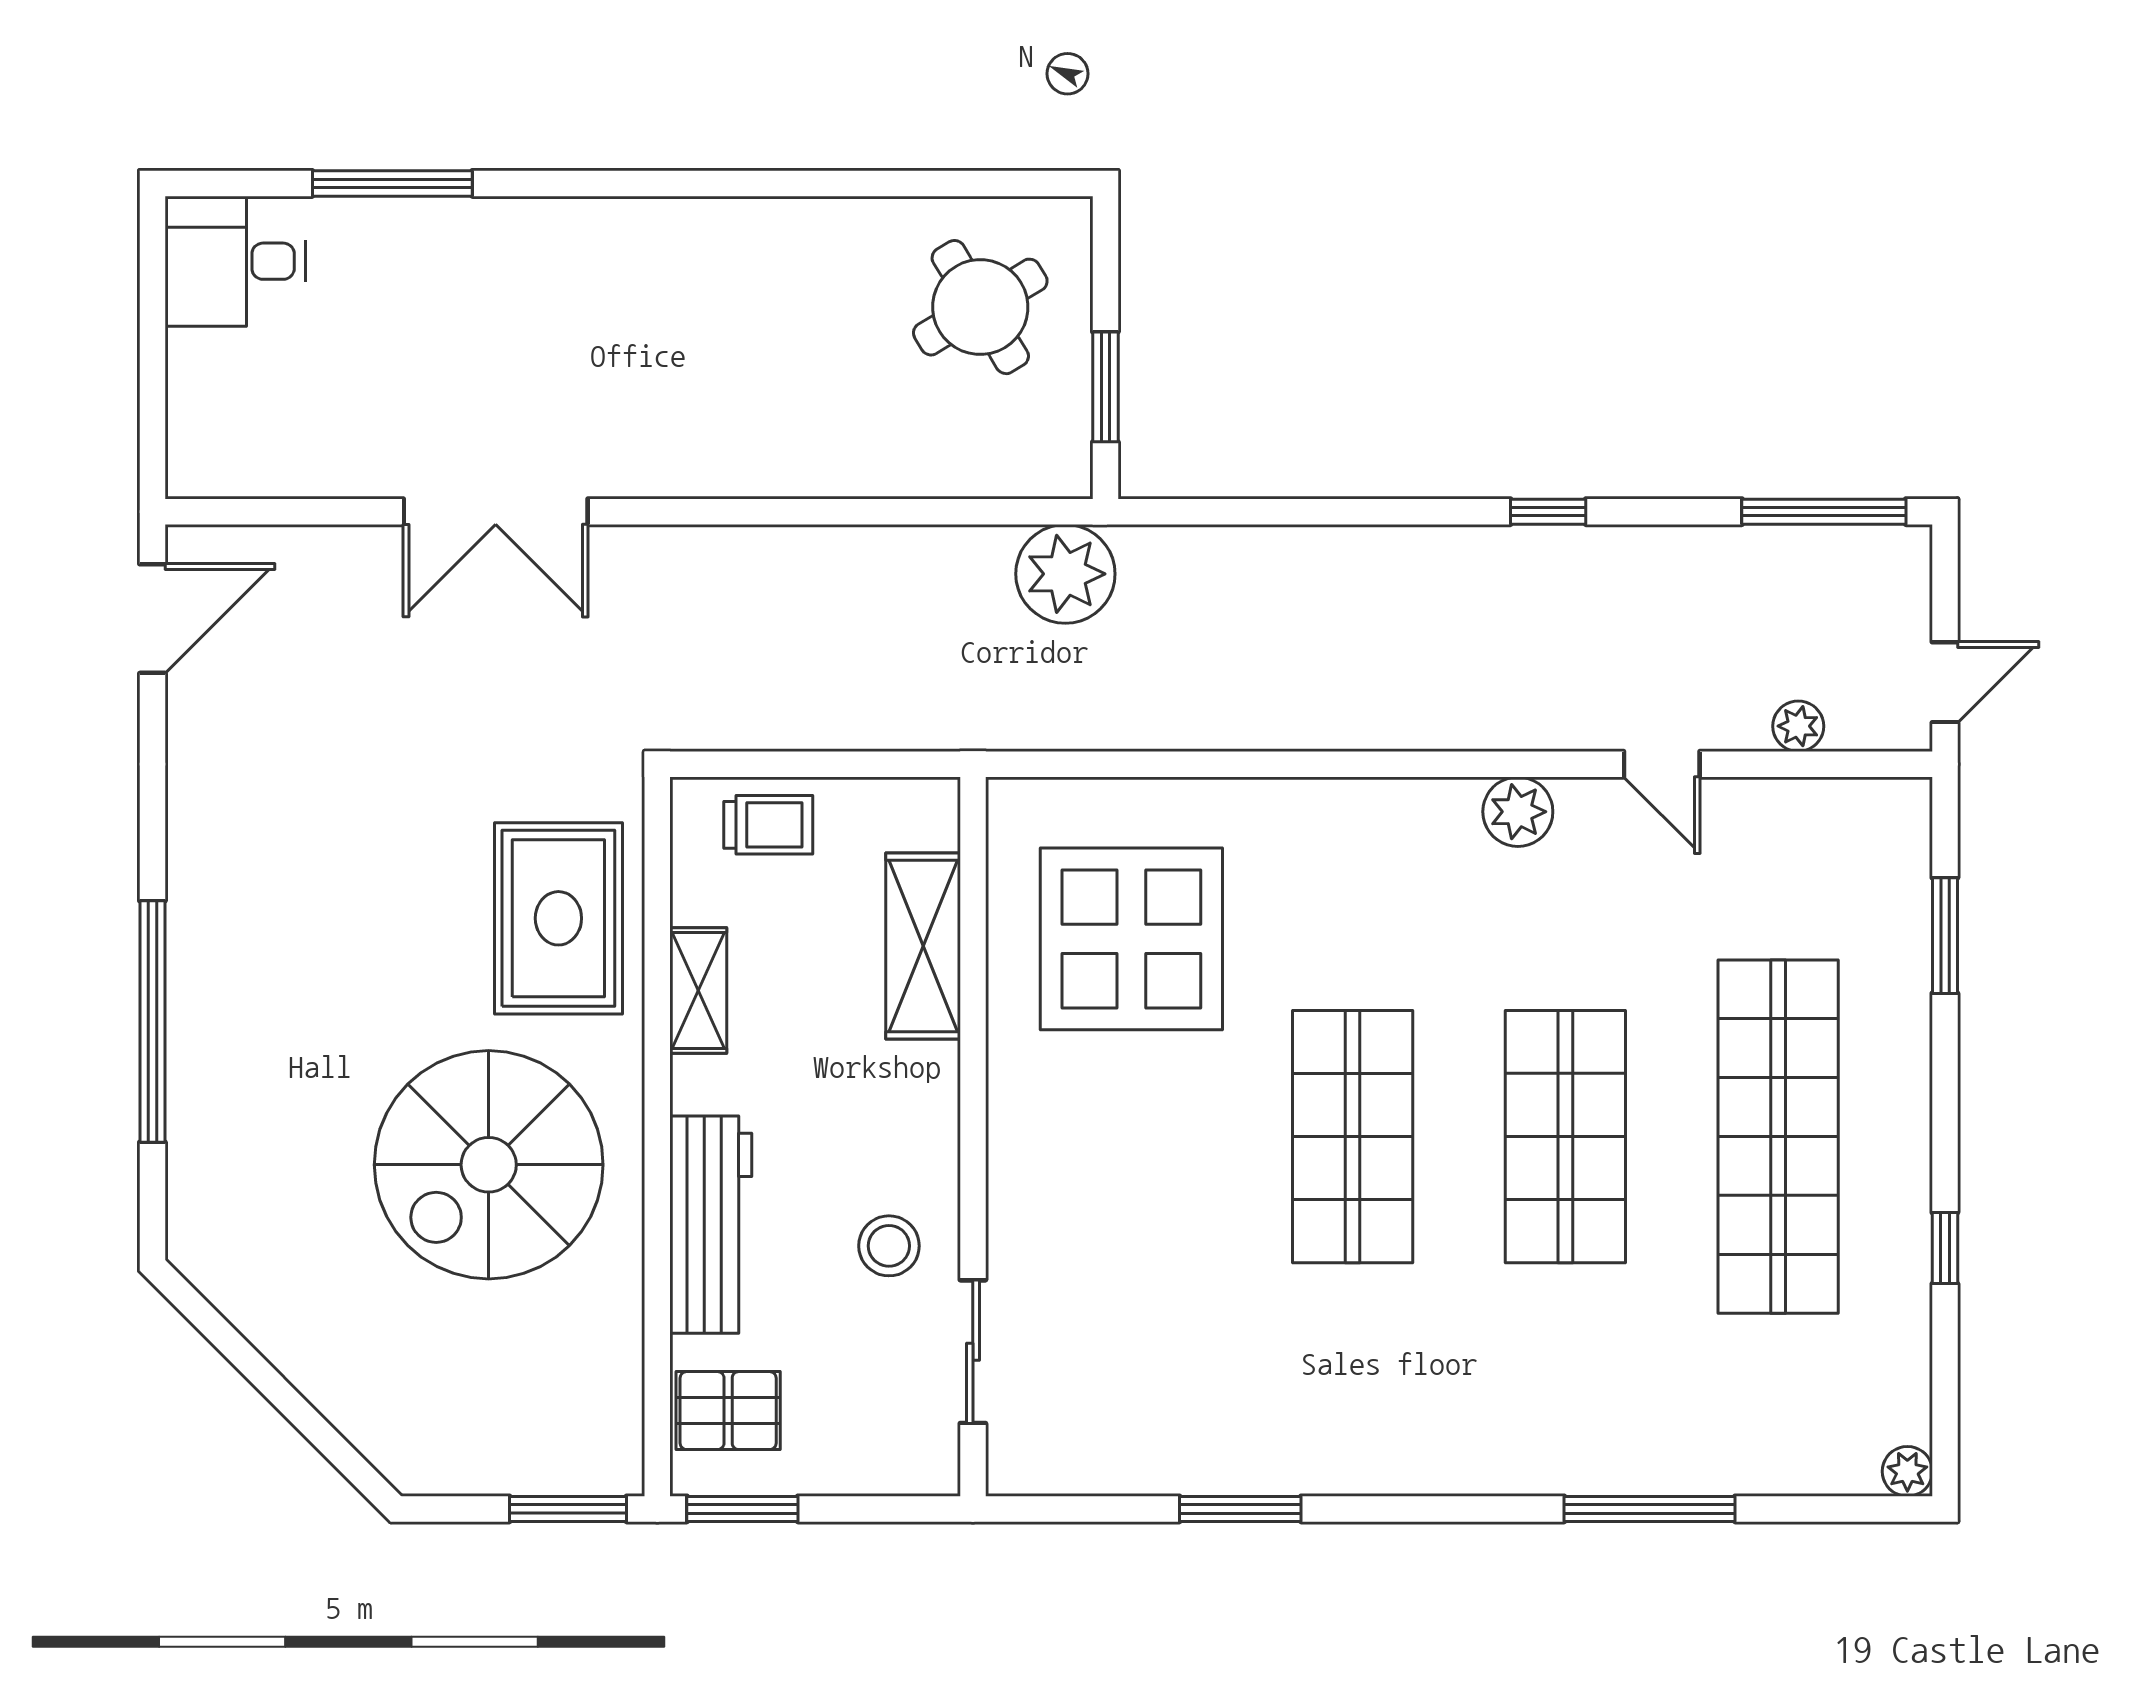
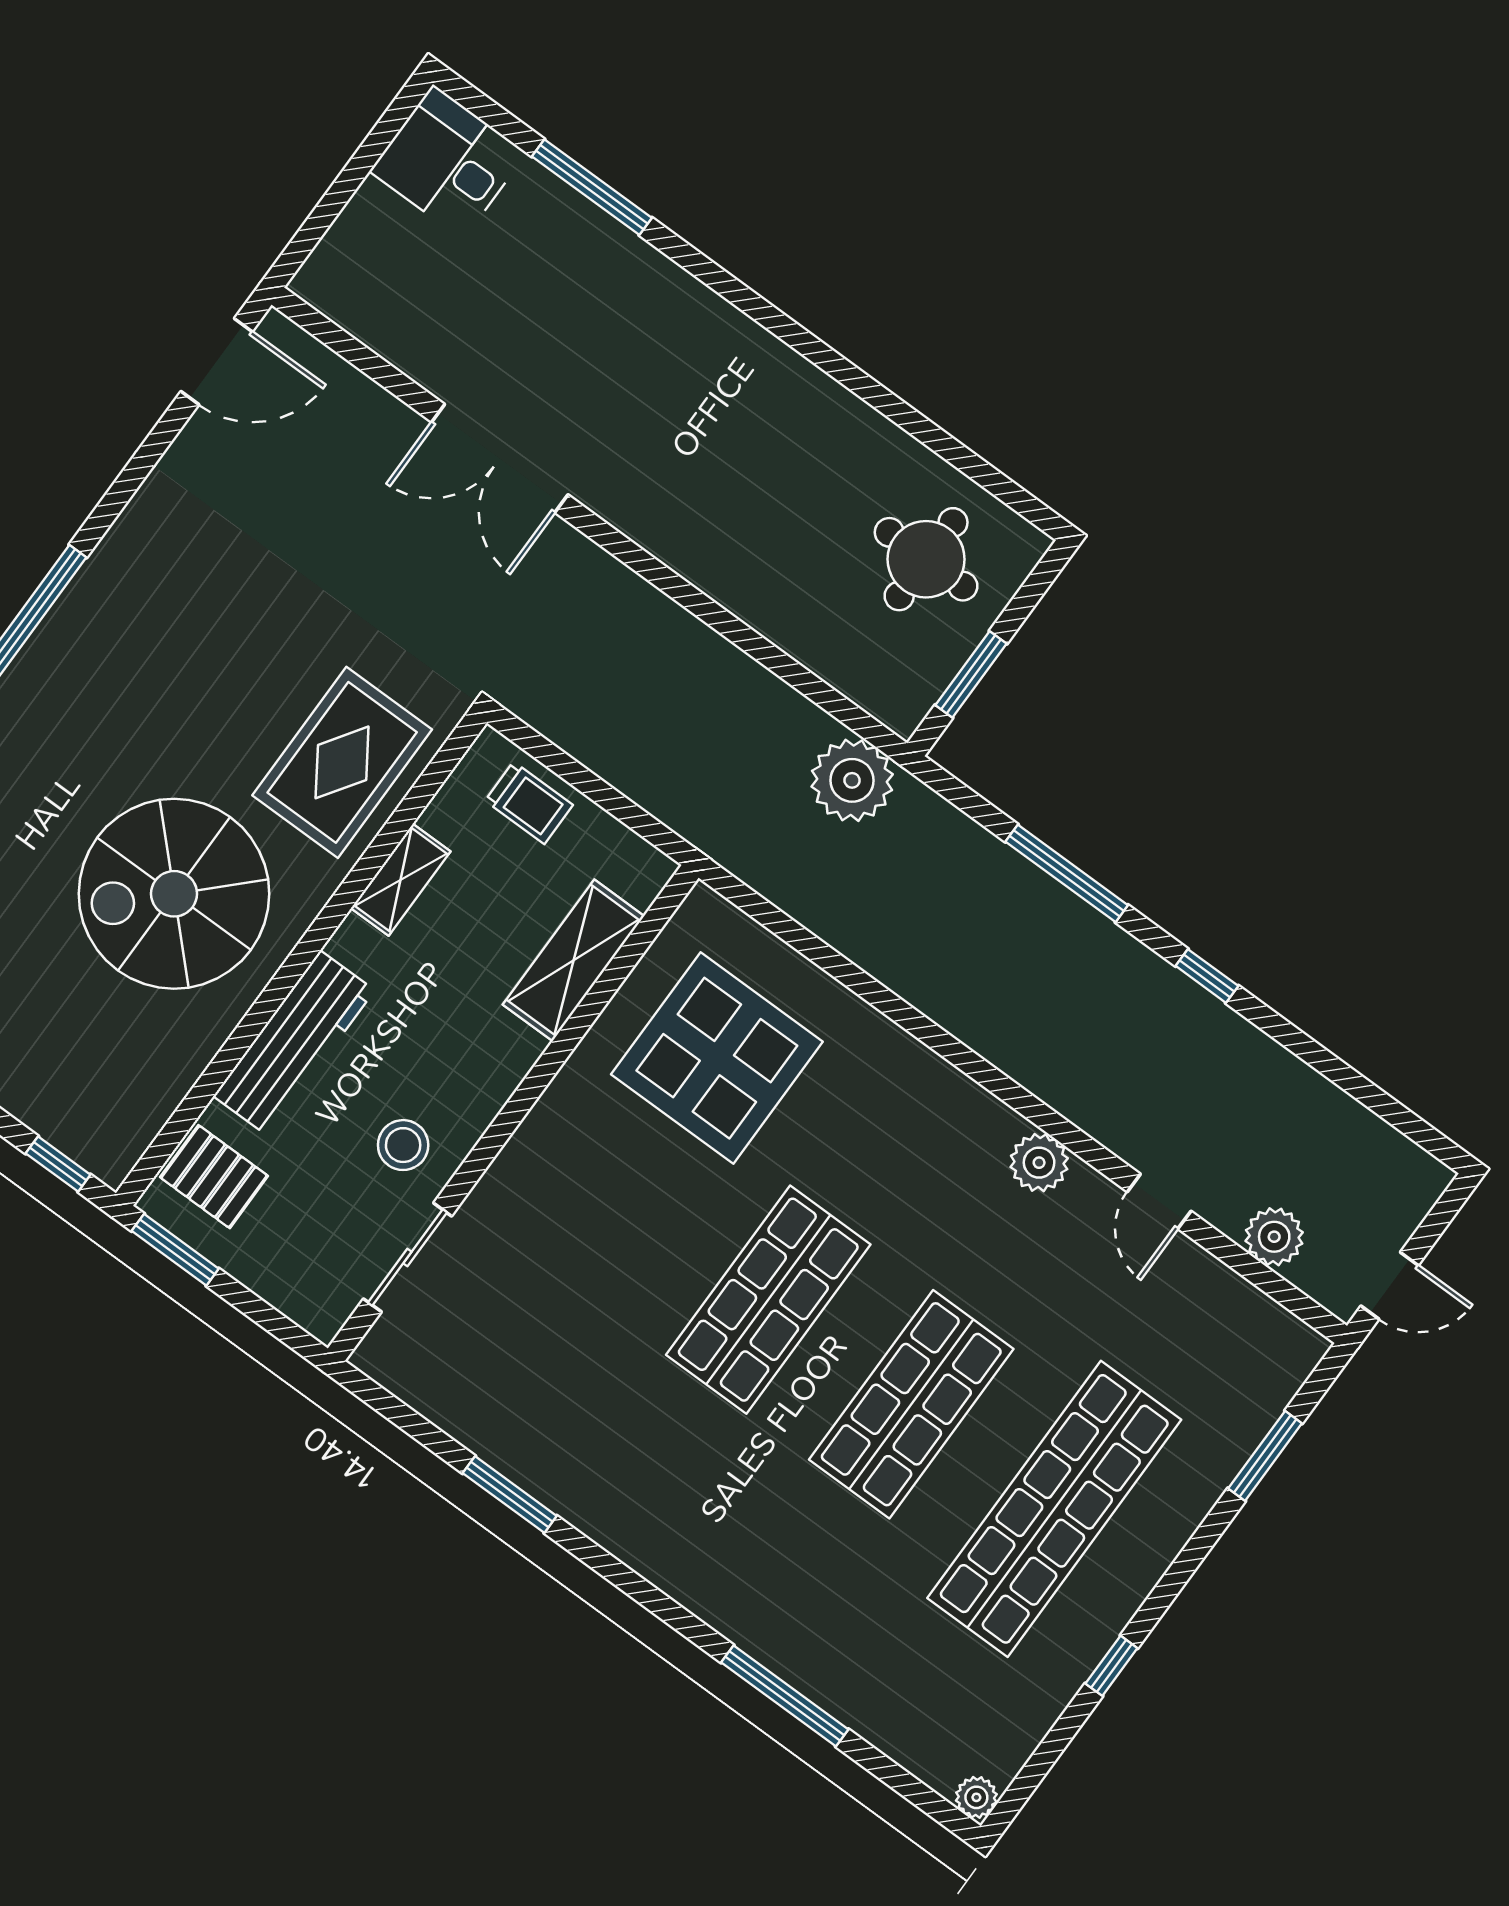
round table: (980, 307) -> (926, 559), turned 31
window: (1824, 512) -> (1067, 873), moved
plant: (1798, 726) -> (1274, 1237), width x1.38, depth x1.38
window: (568, 1509) -> (58, 1164), width x0.67

